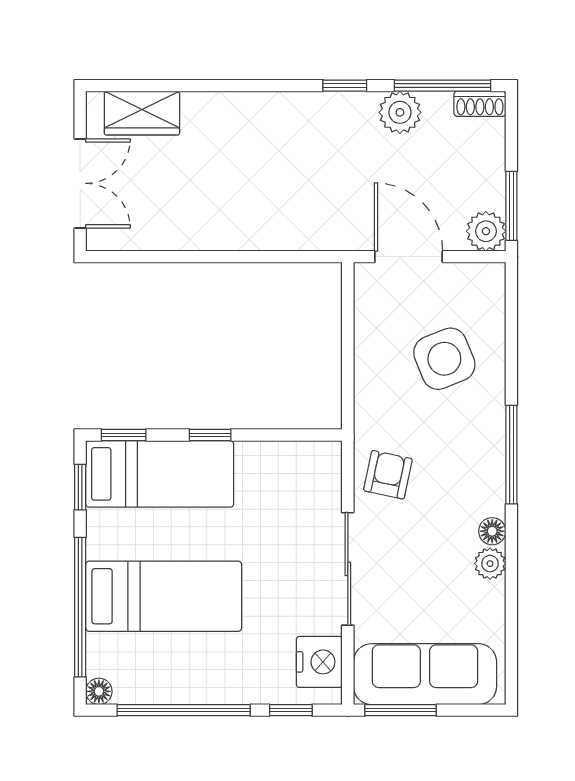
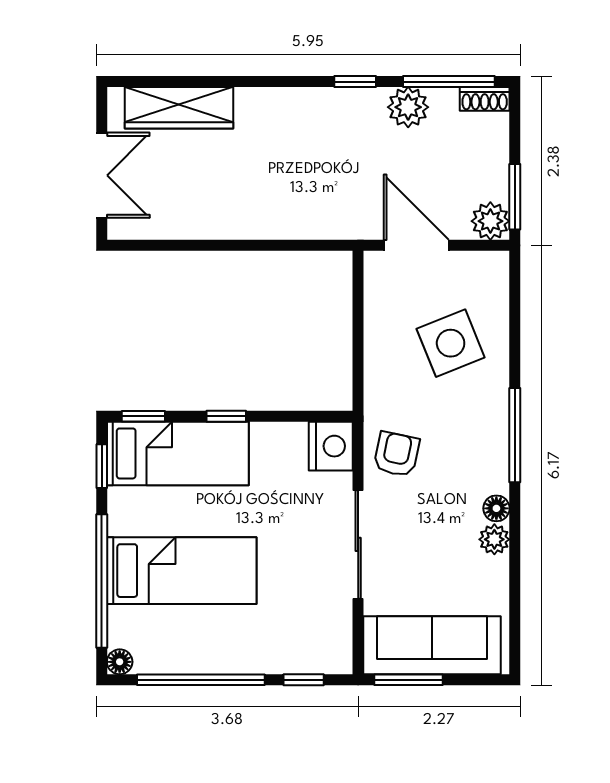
wardrobe: (142, 113) -> (179, 108), width x1.50
nightstand: (319, 662) -> (331, 446), moved

